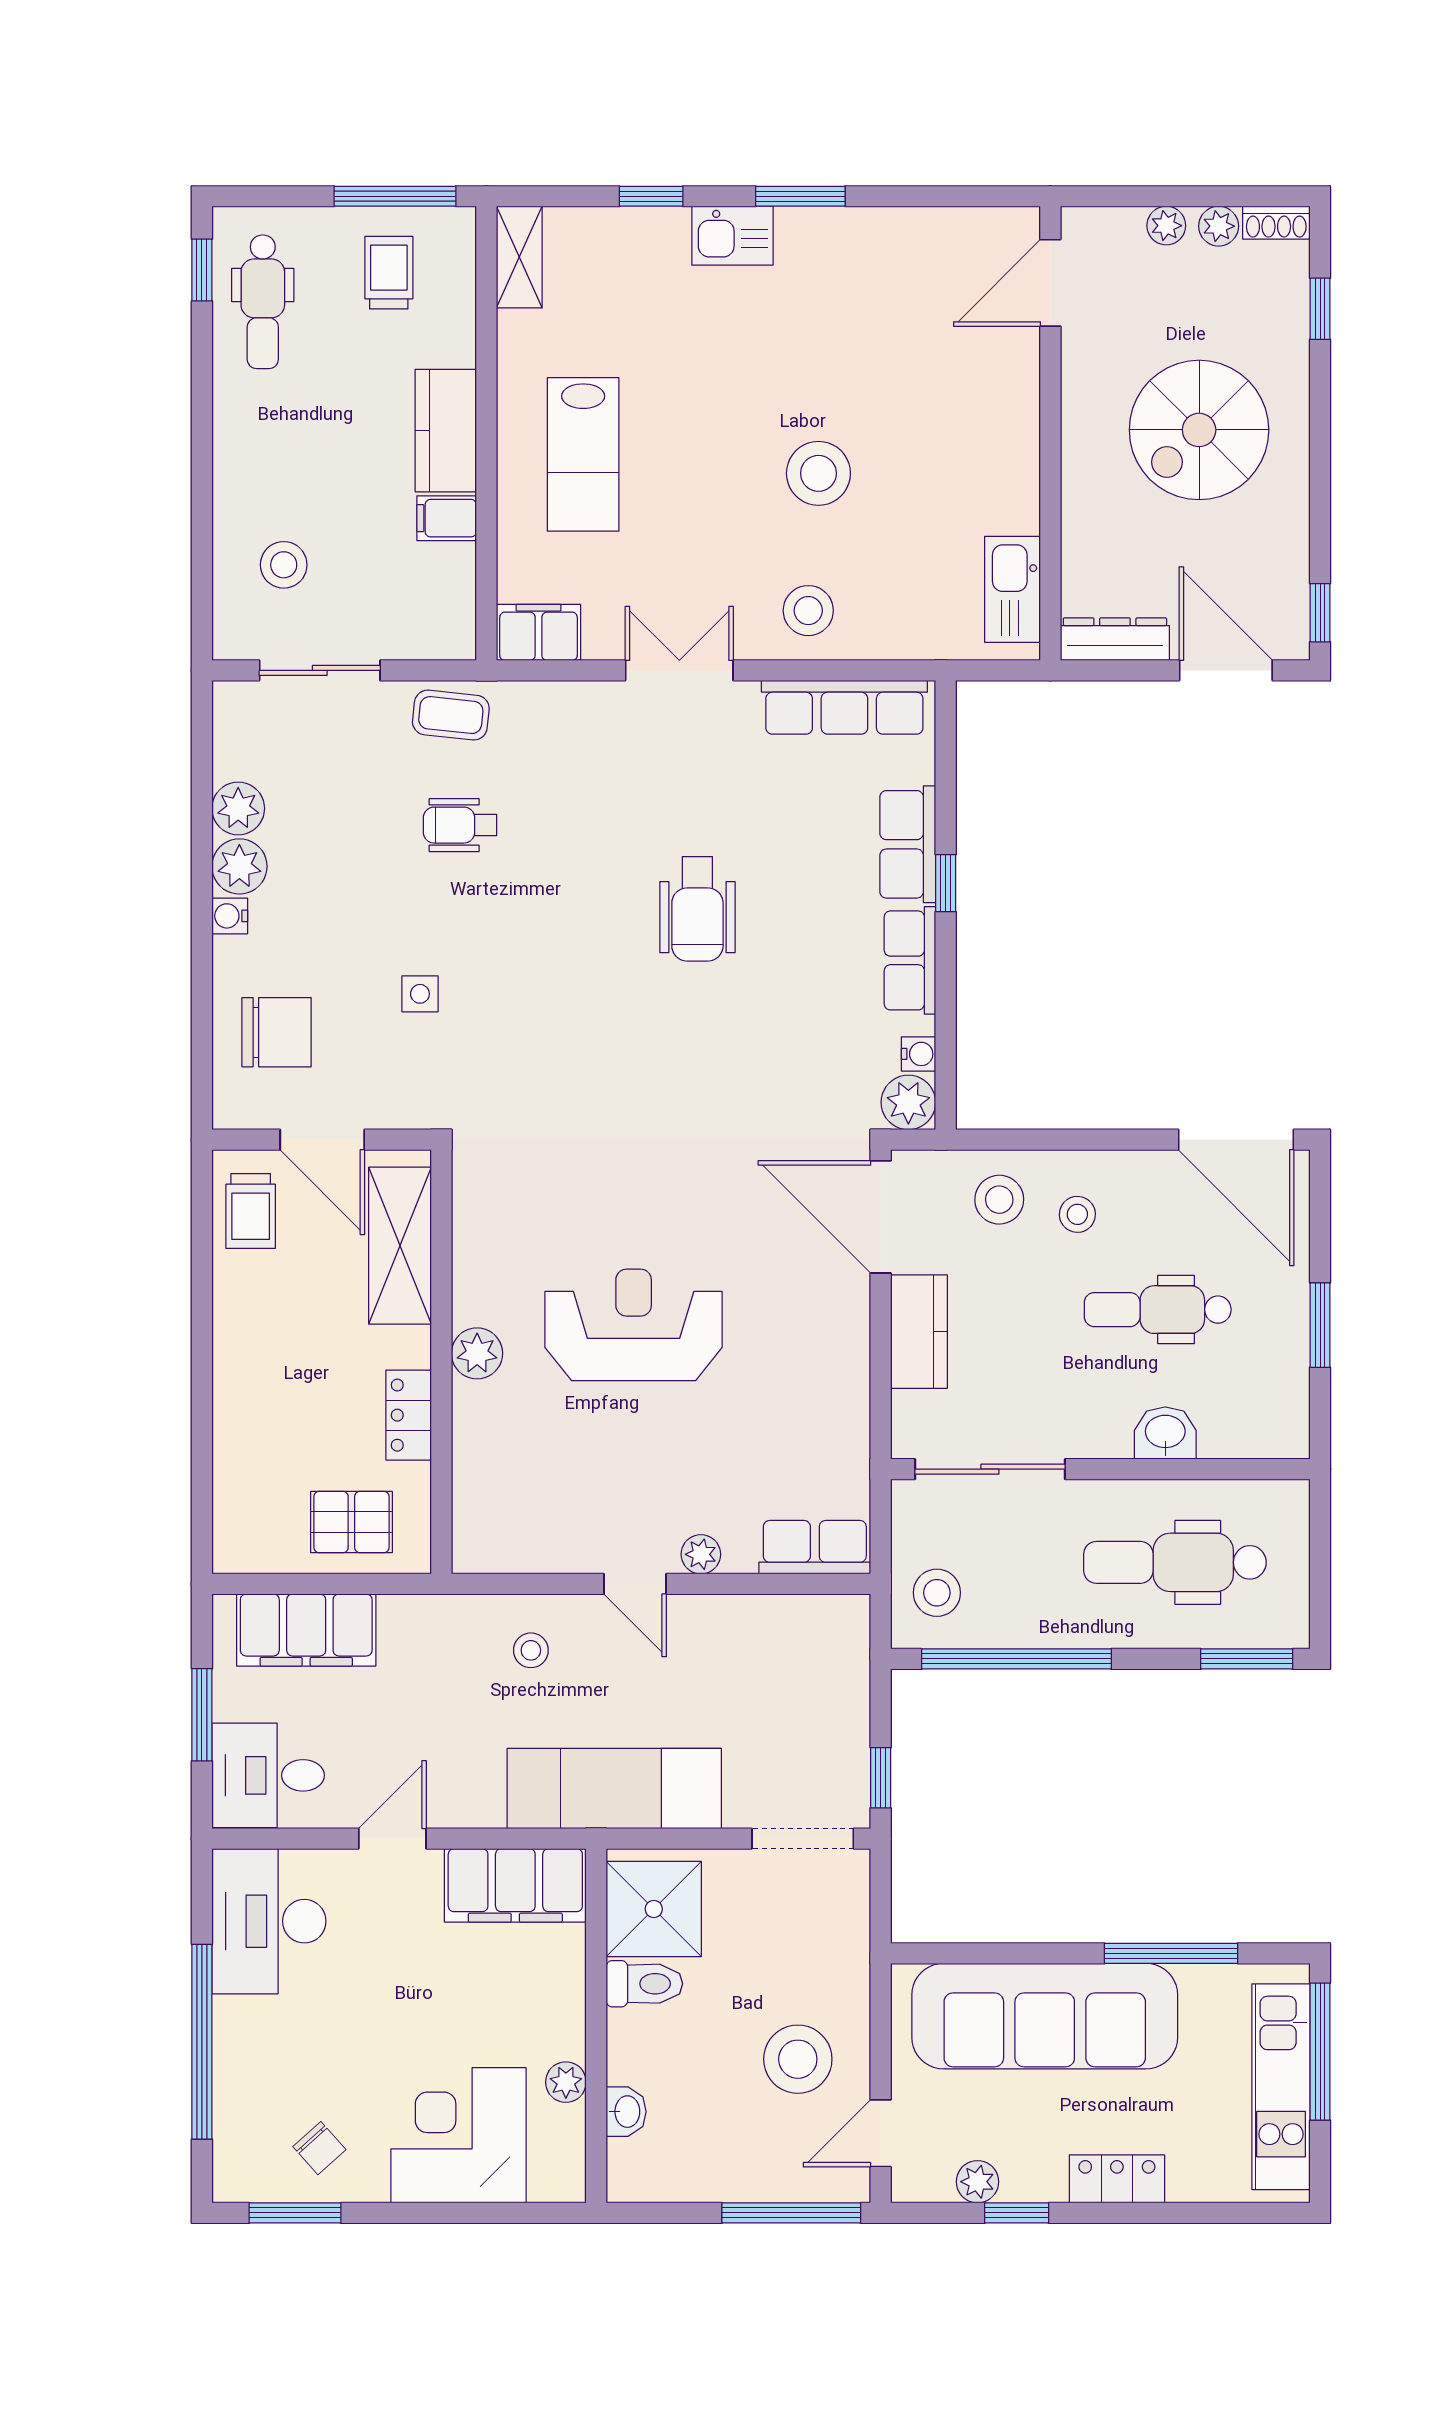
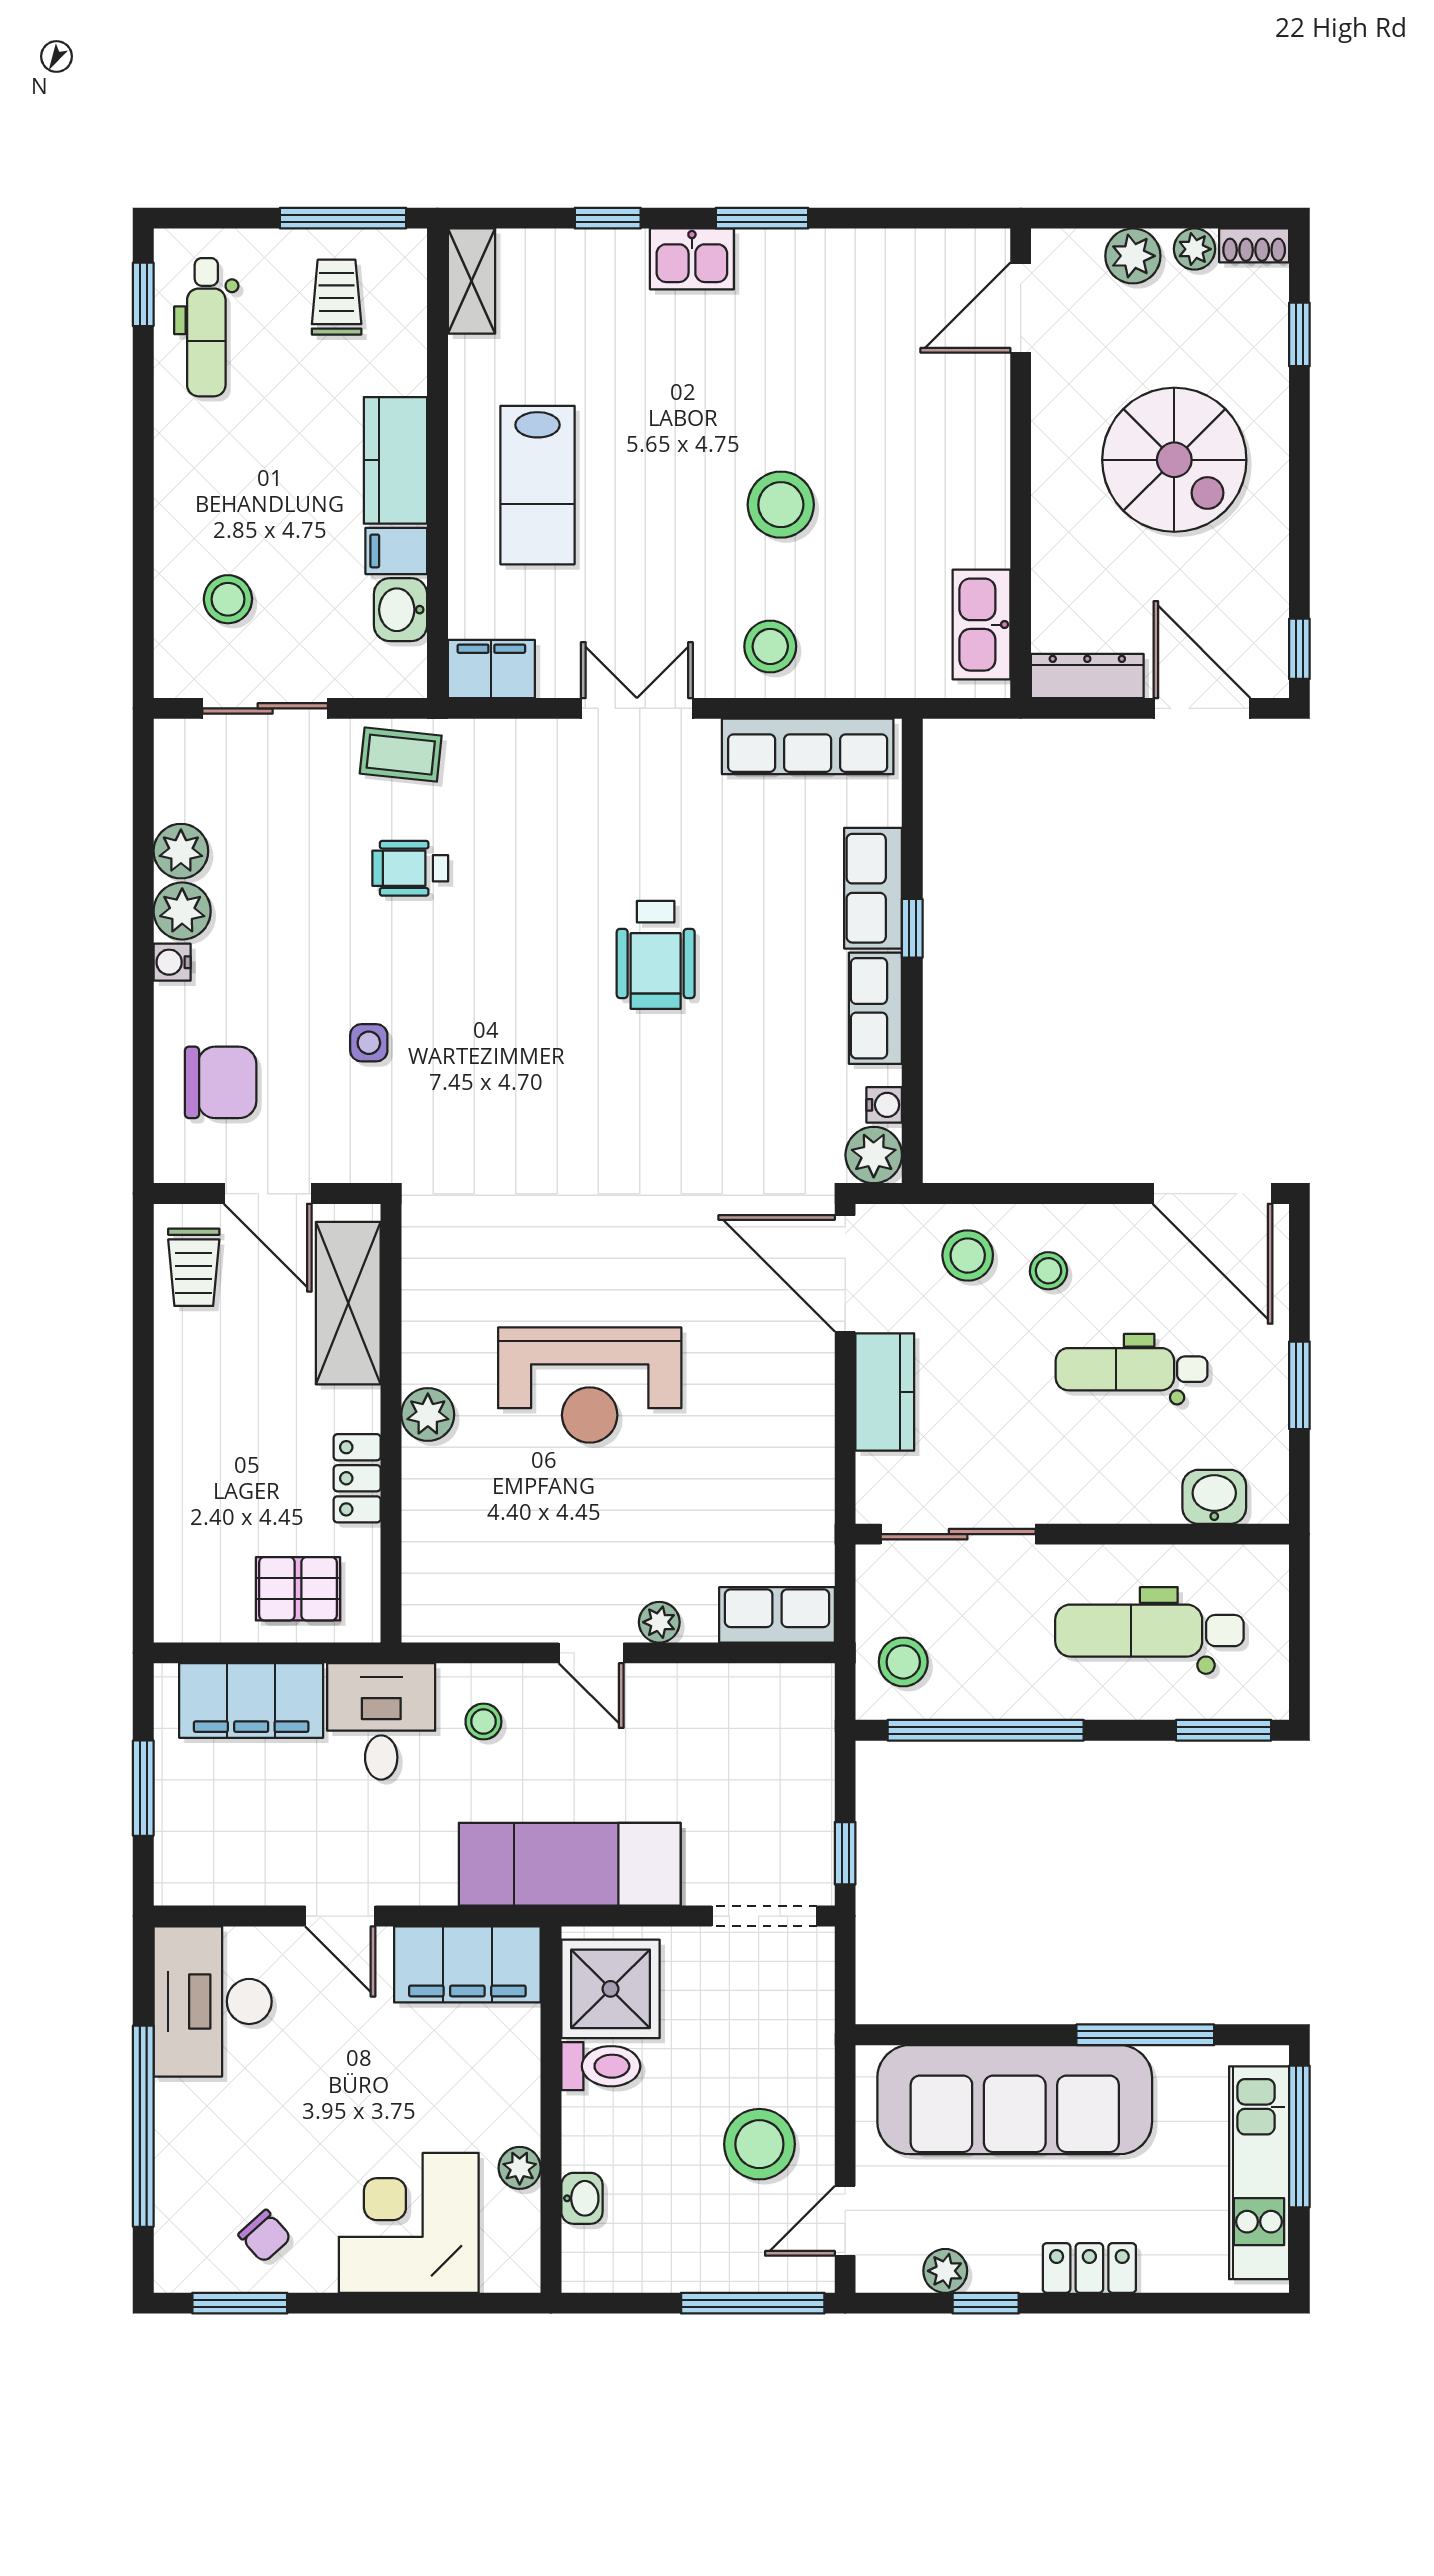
plant: (1166, 226) -> (1133, 256), width x1.38, depth x1.38
spiral stairs: (1199, 430) -> (1174, 460), turned -90
washbasin: (451, 575) -> (401, 610), added
reception desk: (634, 1325) -> (590, 1385), turned 180
washbasin: (1165, 1433) -> (1214, 1497), moved
desk: (268, 1775) -> (381, 1721), moved, turned 90
door: (392, 1839) -> (340, 1916), swing flipped

